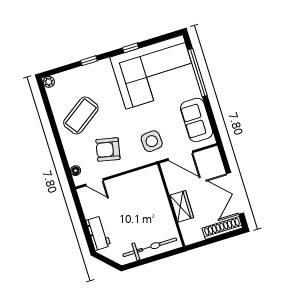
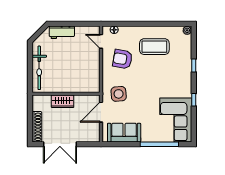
corner sofa: (154, 72) -> (176, 120), width x0.73, depth x0.74
coffee table: (81, 115) -> (154, 47), turned -55
armchair: (108, 149) -> (123, 59), turned -92
door: (94, 182) -> (101, 41), hinge flipped
double door: (235, 193) -> (60, 144), swing flipped

